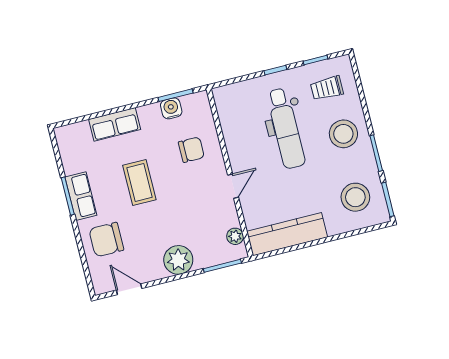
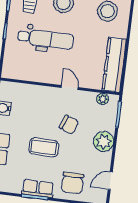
chair: (191, 150) -> (69, 125), moved, turned 112

